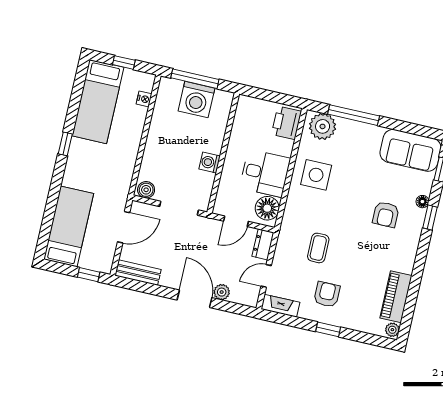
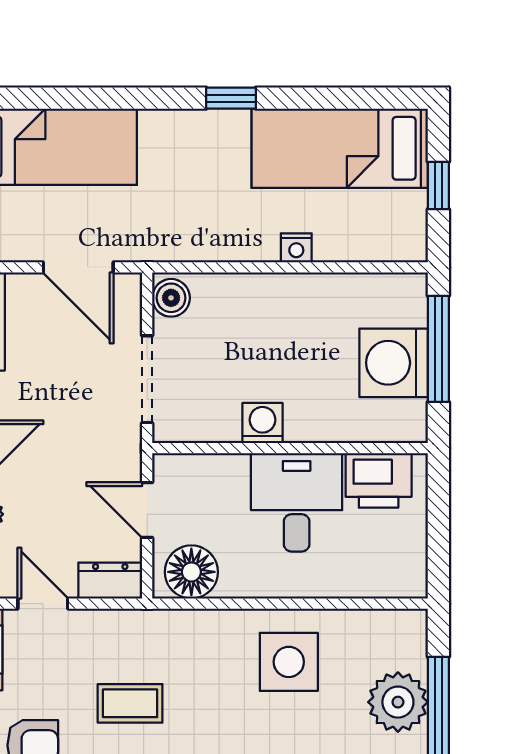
nightstand: (144, 99) -> (296, 248), moved
printer: (286, 123) -> (379, 480), moved, turned 180
plant: (323, 126) -> (398, 702), moved
desk: (265, 173) -> (297, 502), moved, turned 180

